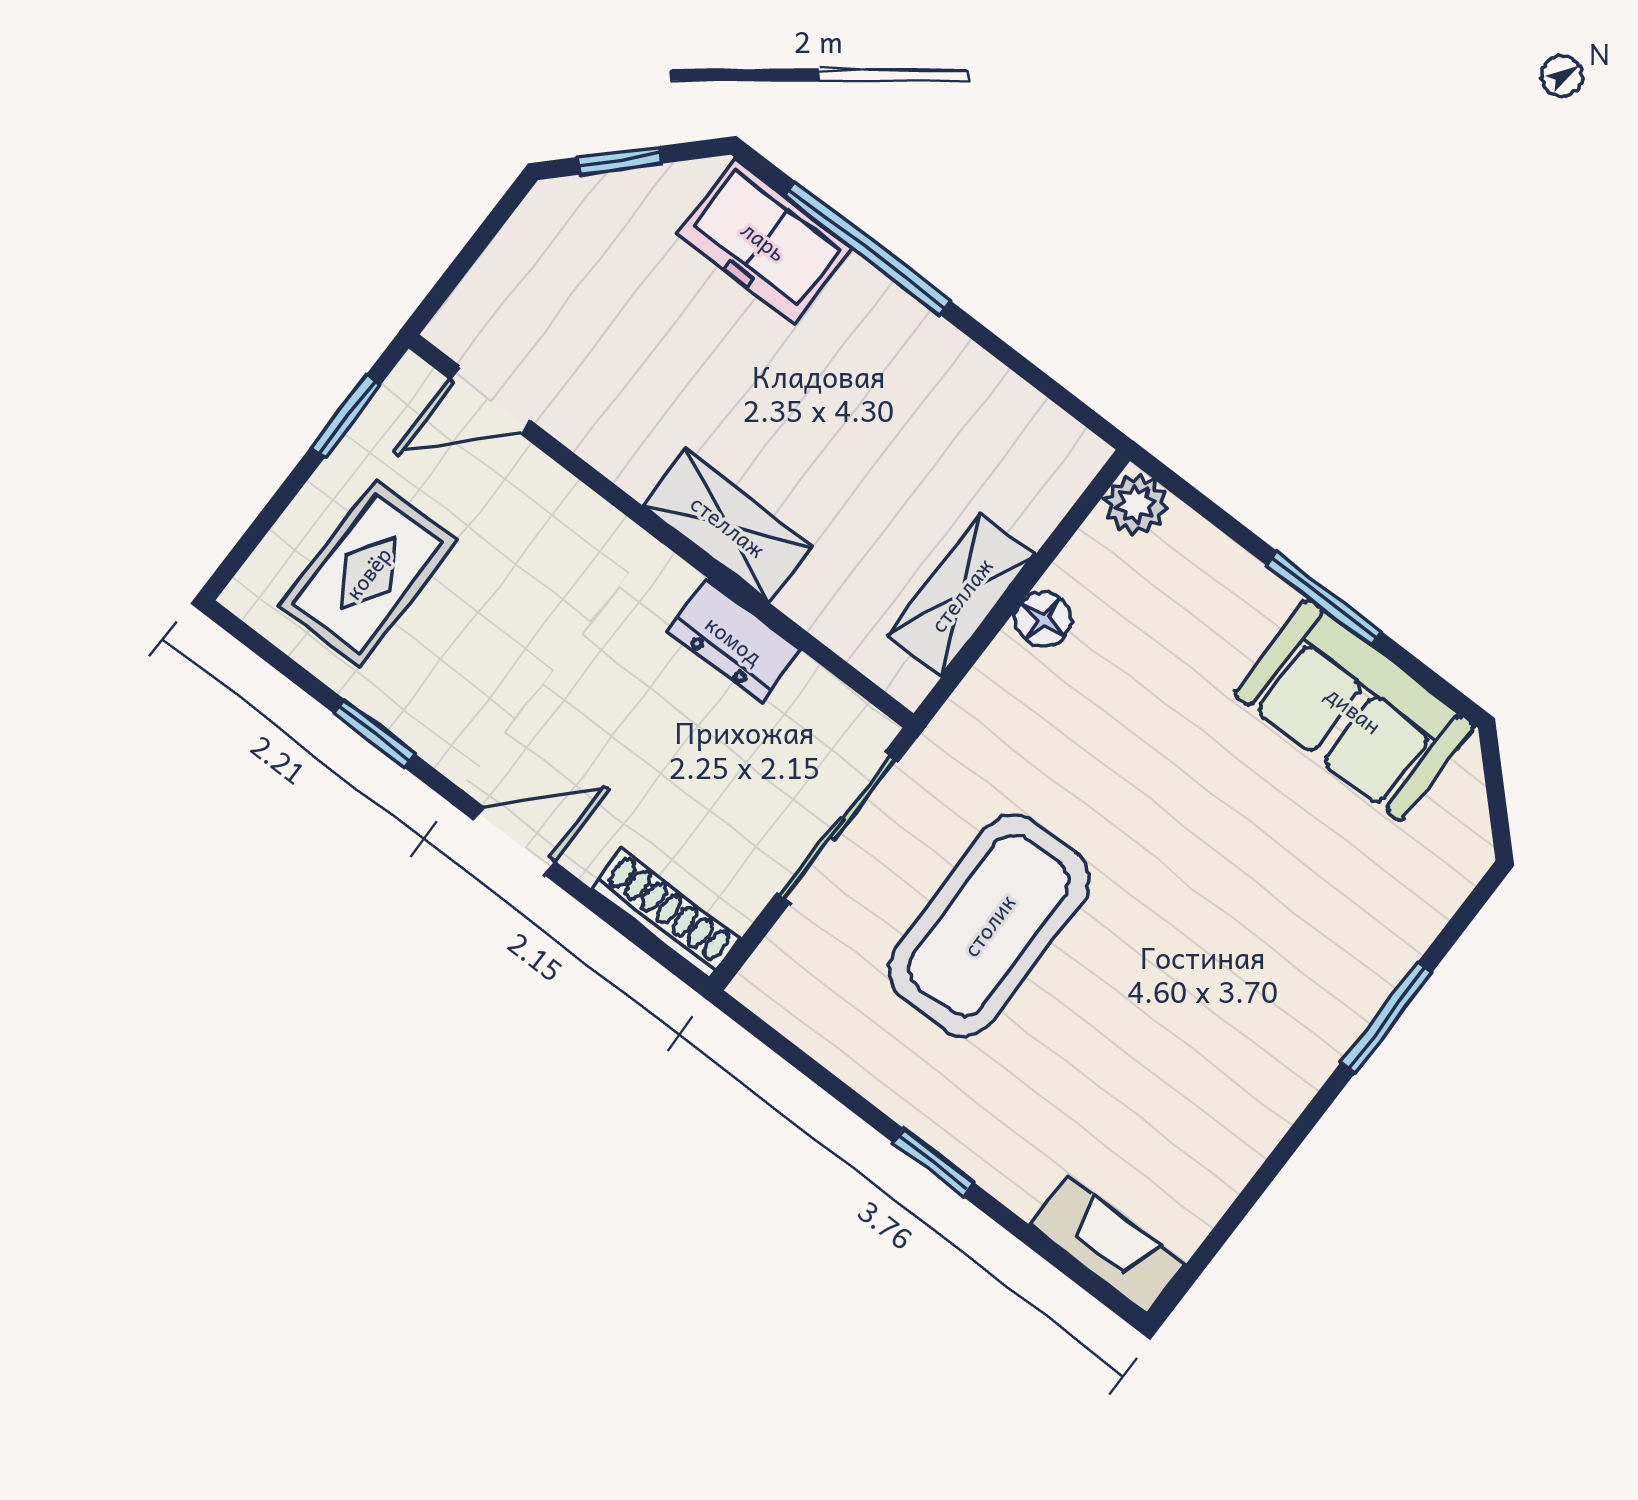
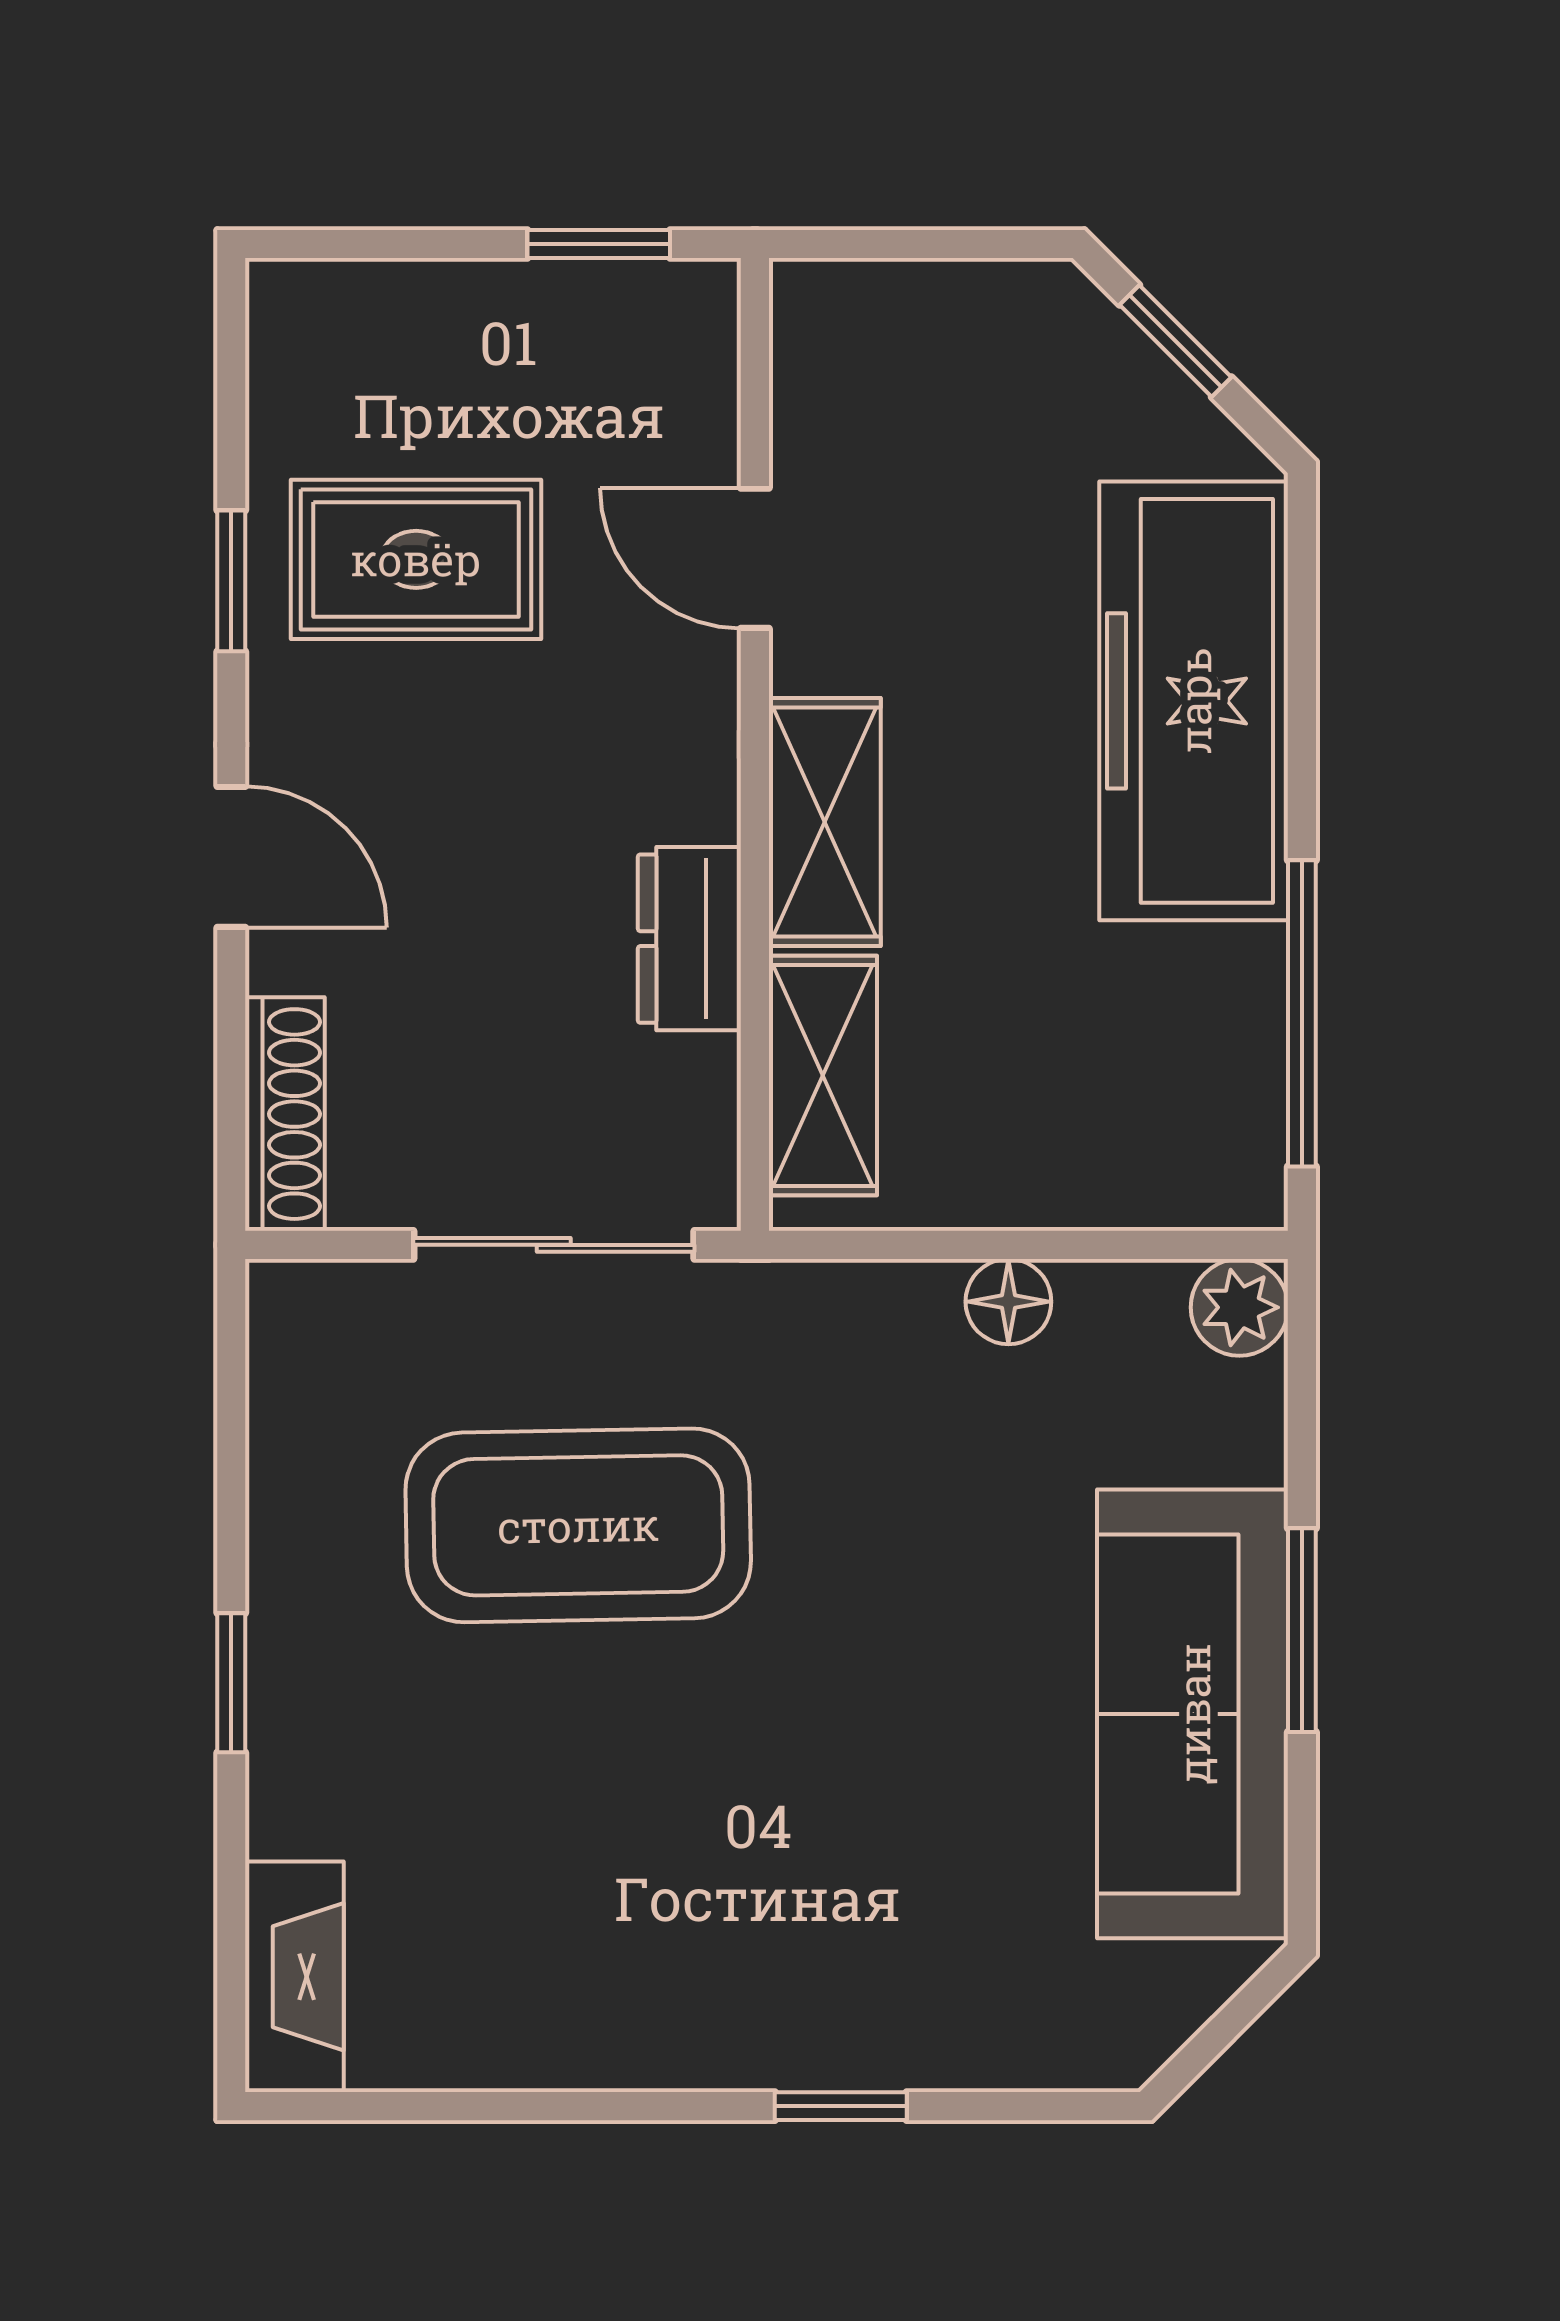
freezer: (764, 241) -> (1194, 701), width x1.91, depth x1.26
window: (867, 248) -> (1302, 1013), moved
door: (490, 400) -> (755, 558), moved
rug: (368, 573) -> (416, 559), moved
shelving: (961, 595) -> (823, 1075), moved, turned 90
sofa: (1354, 710) -> (1193, 1714), width x1.36
window: (1386, 1018) -> (841, 2106), width x0.67

